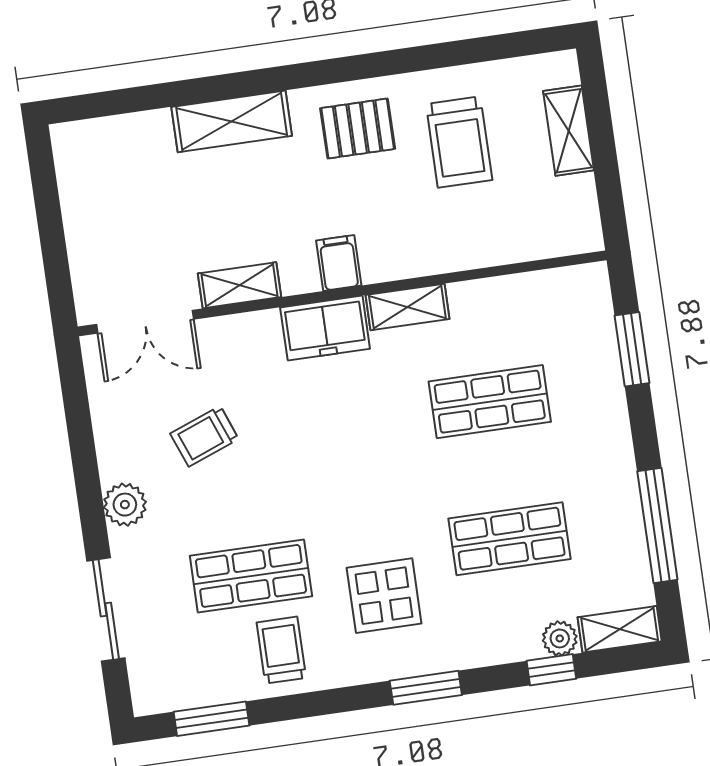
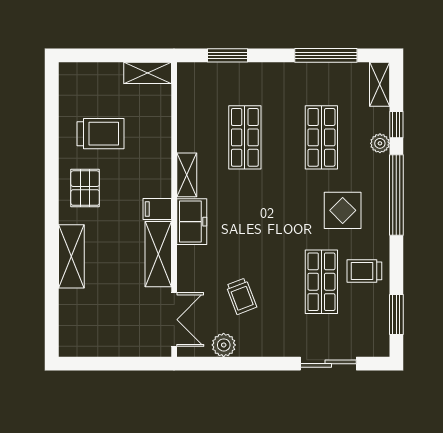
shelving: (569, 131) -> (148, 73), moved
shelving: (239, 285) -> (158, 254), width x1.50, depth x1.33
plant: (125, 505) -> (224, 345), moved
plant: (560, 638) -> (380, 143), moved
window: (426, 688) -> (396, 195), width x2.11

